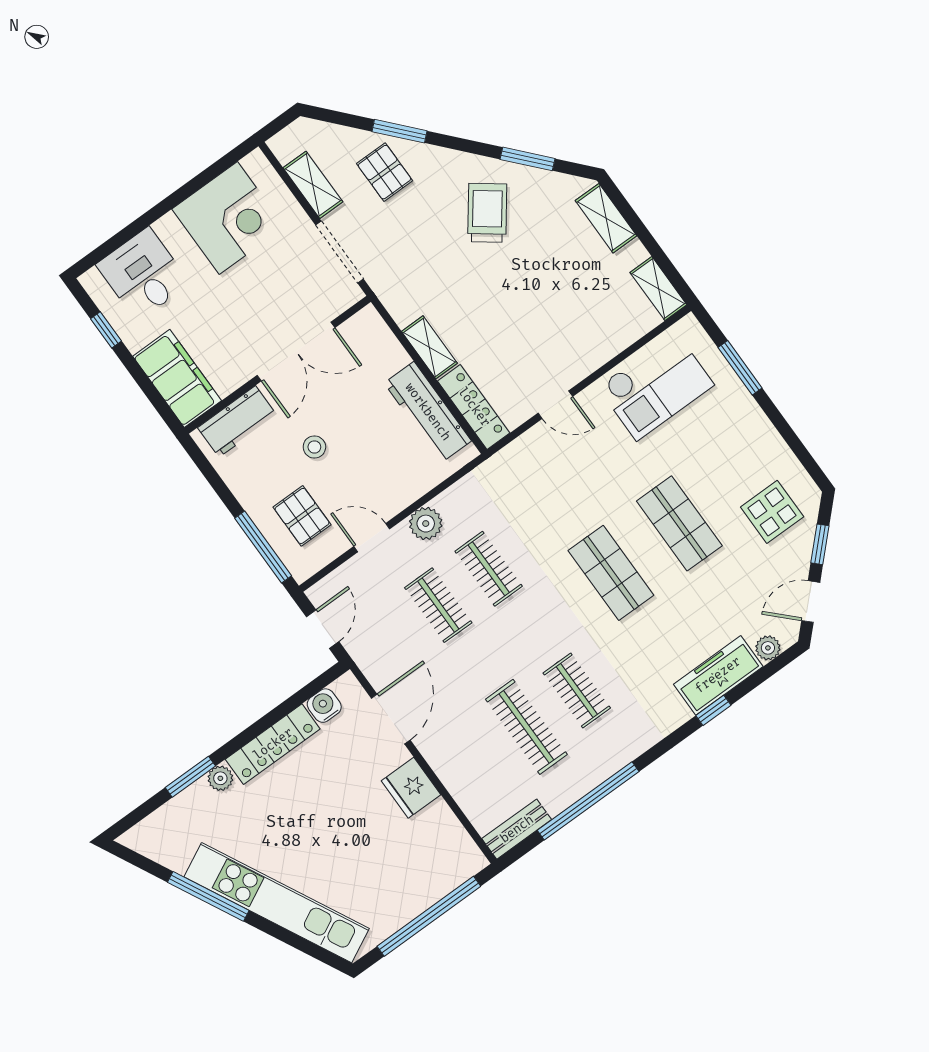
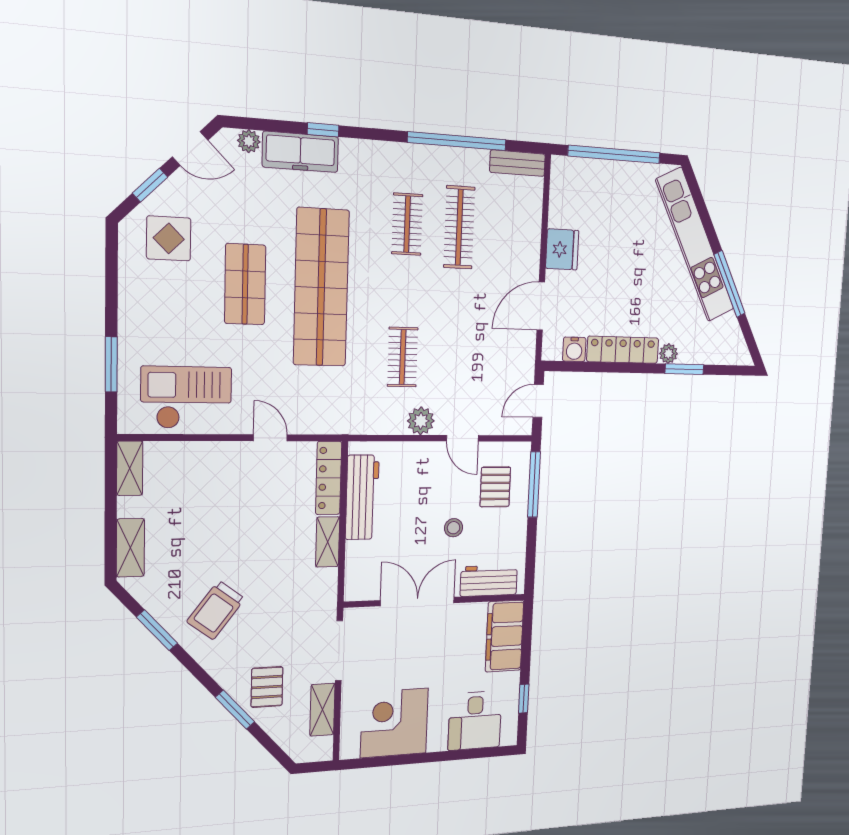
shop shelf: (611, 573) -> (321, 288), width x2.00, depth x1.36
clothes rail: (438, 605) -> (454, 358), removed

